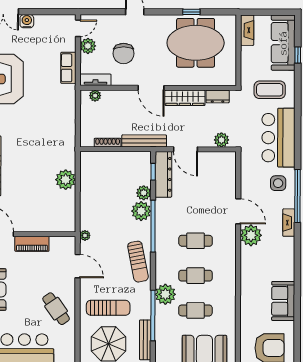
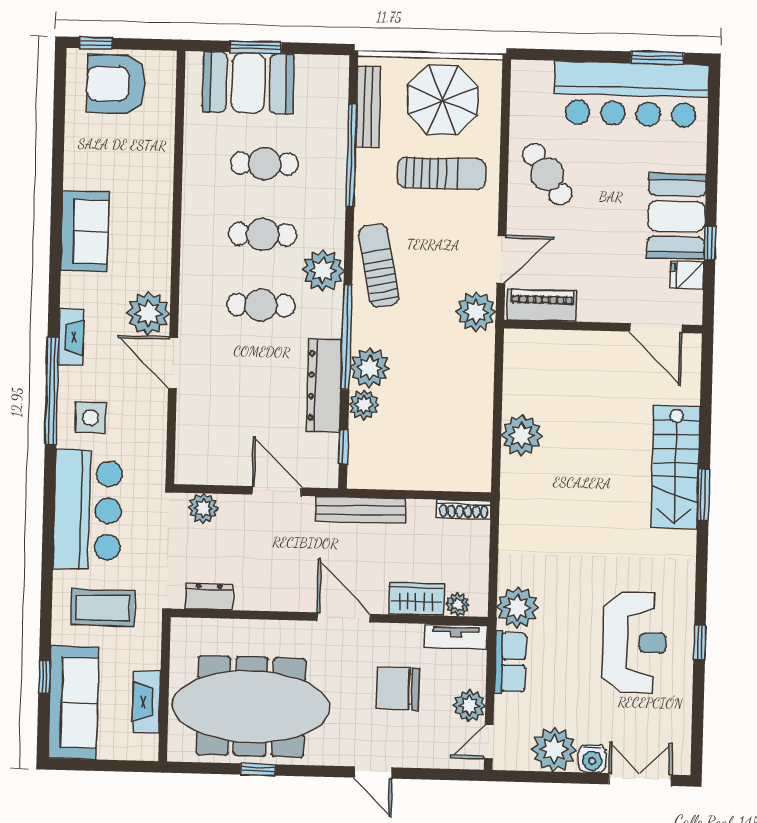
plant: (46, 25) -> (554, 749), added
fireplace: (247, 30) -> (147, 702), moved
meeting table: (196, 43) -> (251, 707), width x1.36
chair: (124, 53) -> (398, 688), turned -90
plant: (66, 95) -> (517, 607), added
wardrobe: (185, 98) -> (417, 599), moved, width x0.67
shoe rack: (108, 143) -> (464, 509), moved
dresser: (163, 174) -> (324, 386), moved
plant: (85, 235) -> (476, 312), width x1.88, depth x1.88
piano: (32, 244) -> (542, 306), moved
door: (78, 266) -> (501, 259), swing flipped
plant: (165, 294) -> (323, 270), moved
sofa: (283, 301) -> (85, 231), moved
sun lounger: (108, 308) -> (442, 173), turned 180

